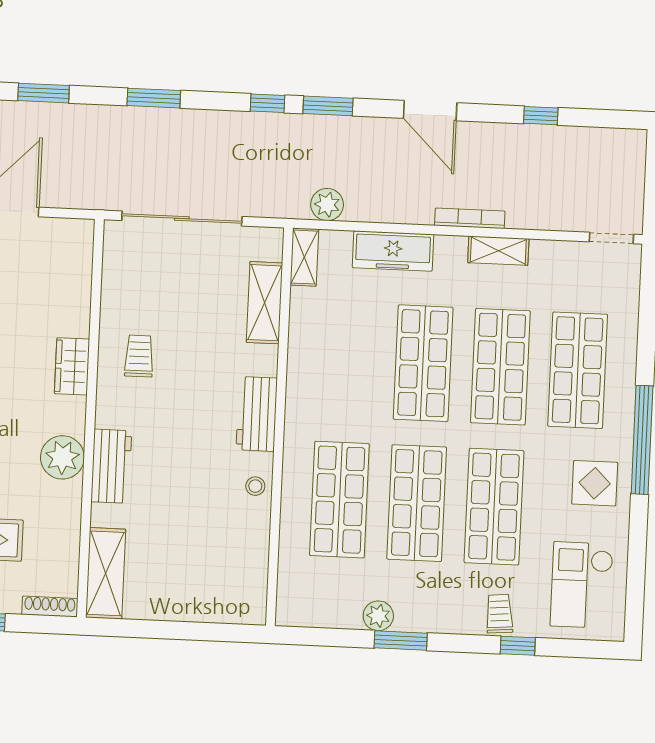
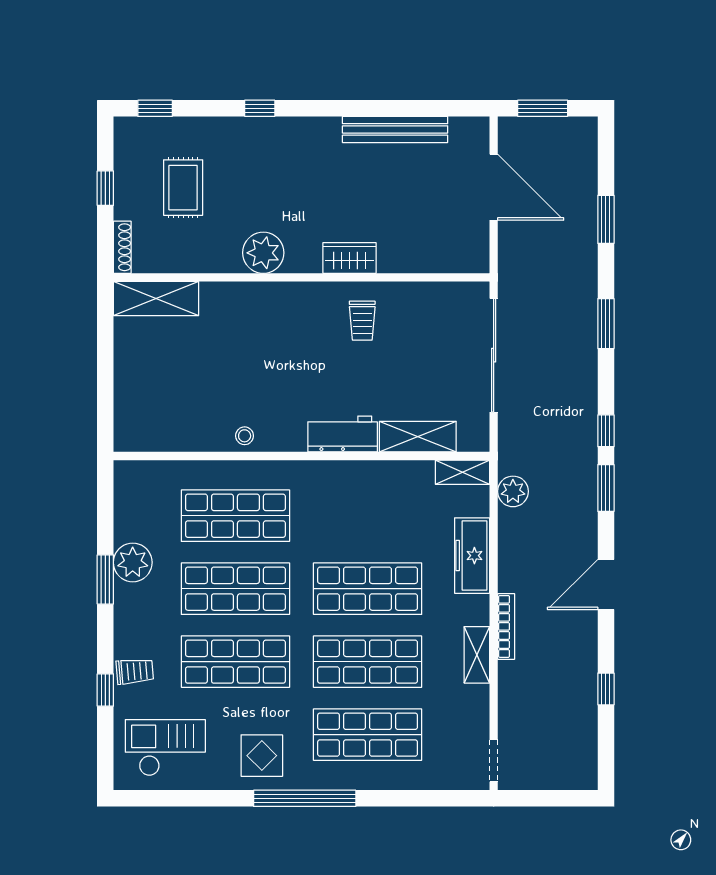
trolley: (139, 356) -> (362, 321), turned 90
workbench: (257, 414) -> (343, 434), moved
workbench: (111, 466) -> (257, 299), removed
plant: (378, 616) -> (133, 562), width x1.36, depth x1.36

